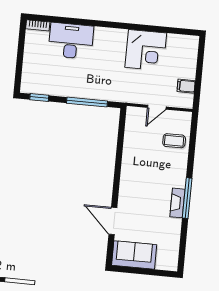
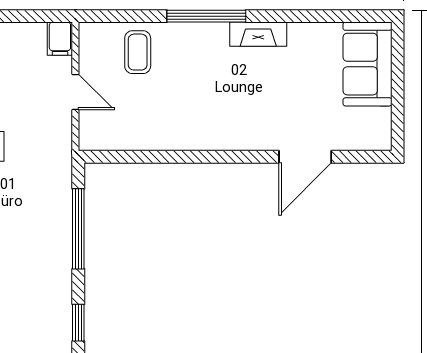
filing cabinet: (186, 86) -> (60, 39), moved
window: (187, 198) -> (206, 16), moved
sofa: (134, 255) -> (367, 64), moved

